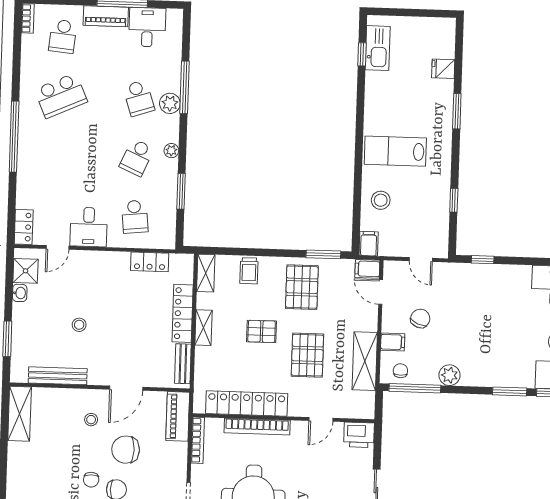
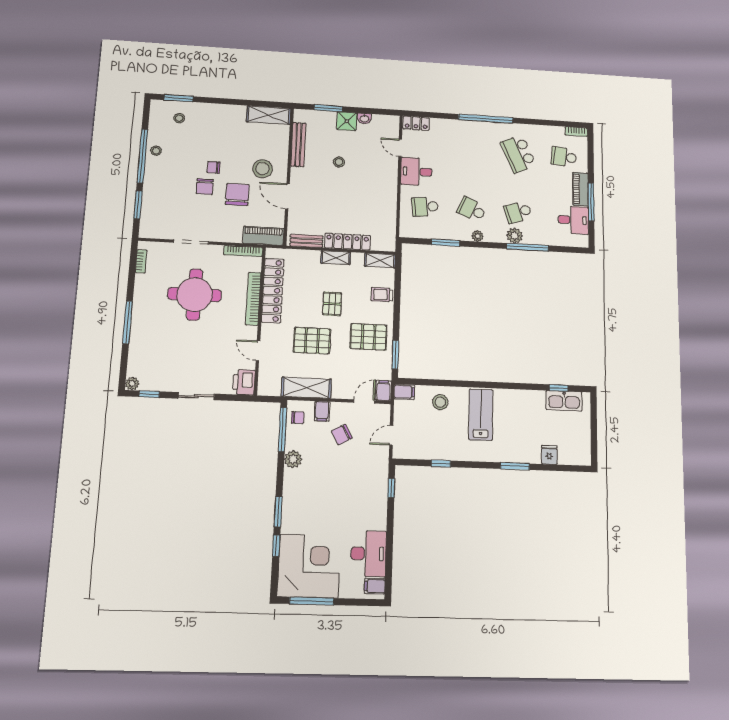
locker: (150, 262) -> (389, 217), removed
shower: (26, 271) -> (347, 121), moved
chair: (420, 318) -> (342, 435), turned 128
stool: (91, 420) -> (263, 169), width x1.89, depth x1.89

